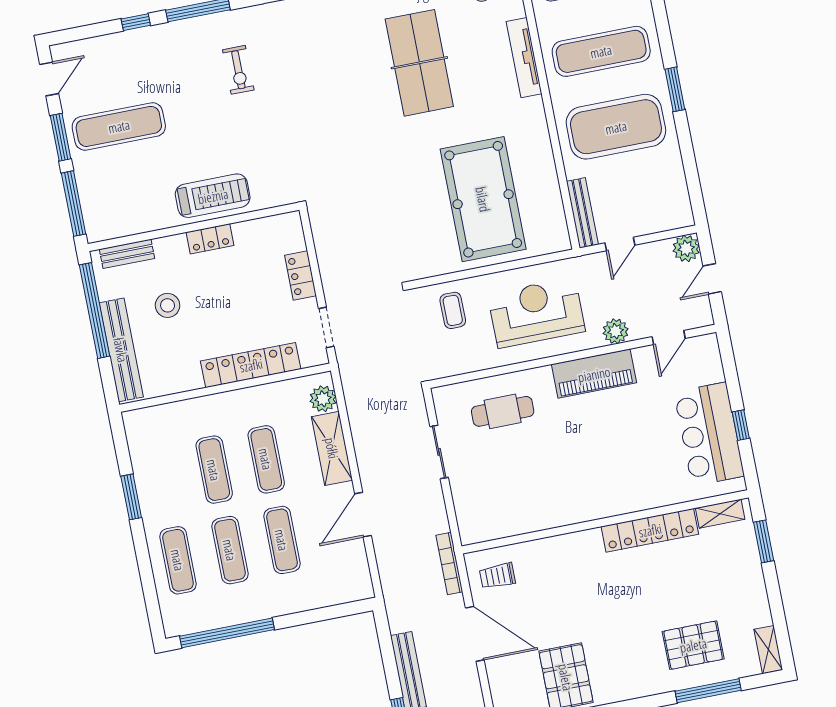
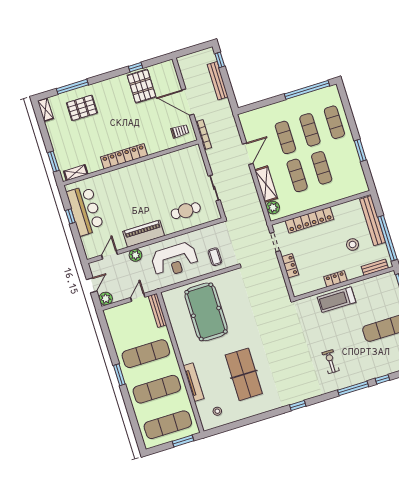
exercise mat: (616, 127) -> (146, 354), width x0.68
locker: (650, 530) -> (124, 156), moved

